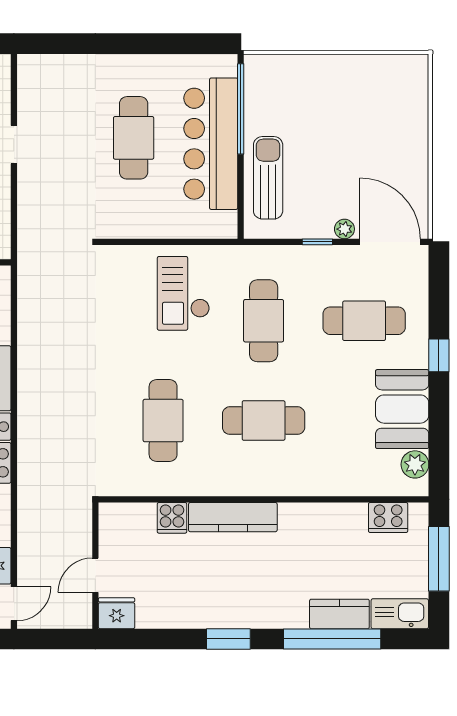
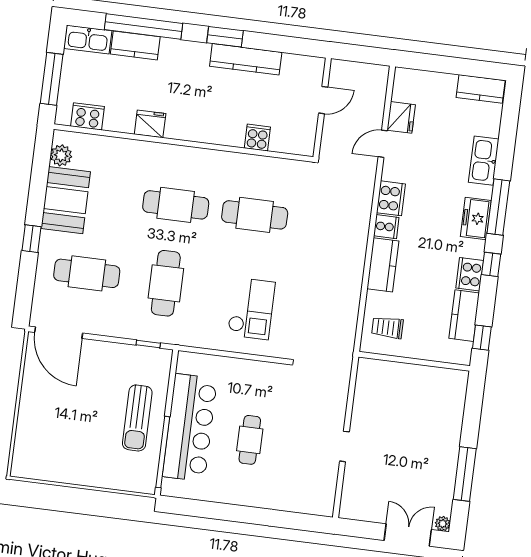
cafe table: (134, 138) -> (250, 440), width x0.73, depth x0.74
sun lounger: (268, 178) -> (137, 418), moved
plant: (344, 229) -> (93, 347), removed
window: (317, 242) -> (148, 344), moved
checkout: (183, 293) -> (251, 308), moved
cafe table: (163, 421) -> (255, 215), turned 90
kitchen counter: (233, 517) -> (246, 59), moved, turned 180
door: (14, 604) -> (383, 144), moved
fridge: (117, 613) -> (150, 124), moved, turned 180

